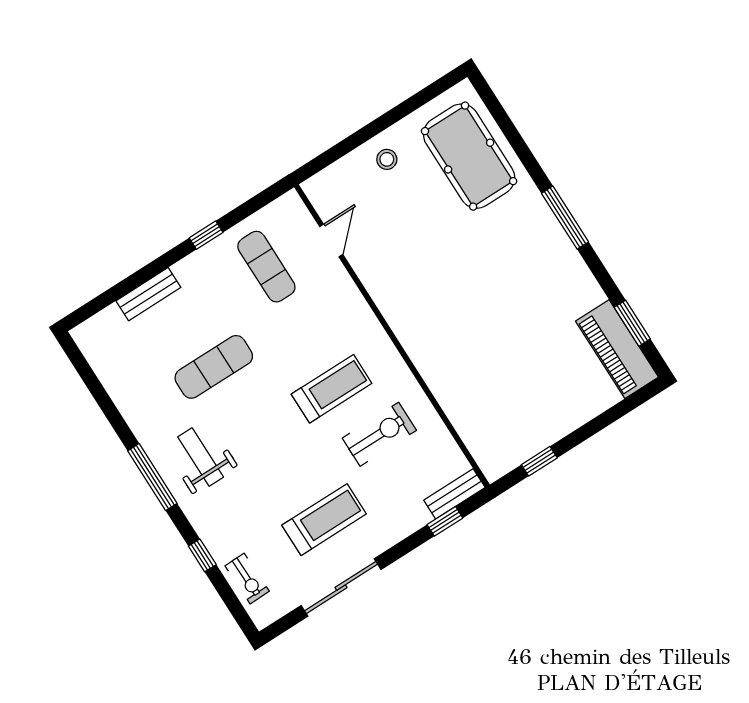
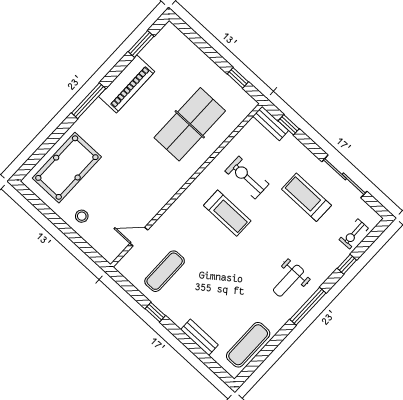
piano: (617, 349) -> (127, 84), moved
exercise mat: (214, 367) -> (248, 345), moved, turned 90
table tennis table: (487, 367) -> (190, 124), added
treadmill: (332, 389) -> (227, 213), turned 180
exercise bike: (247, 579) -> (354, 234), turned 180

